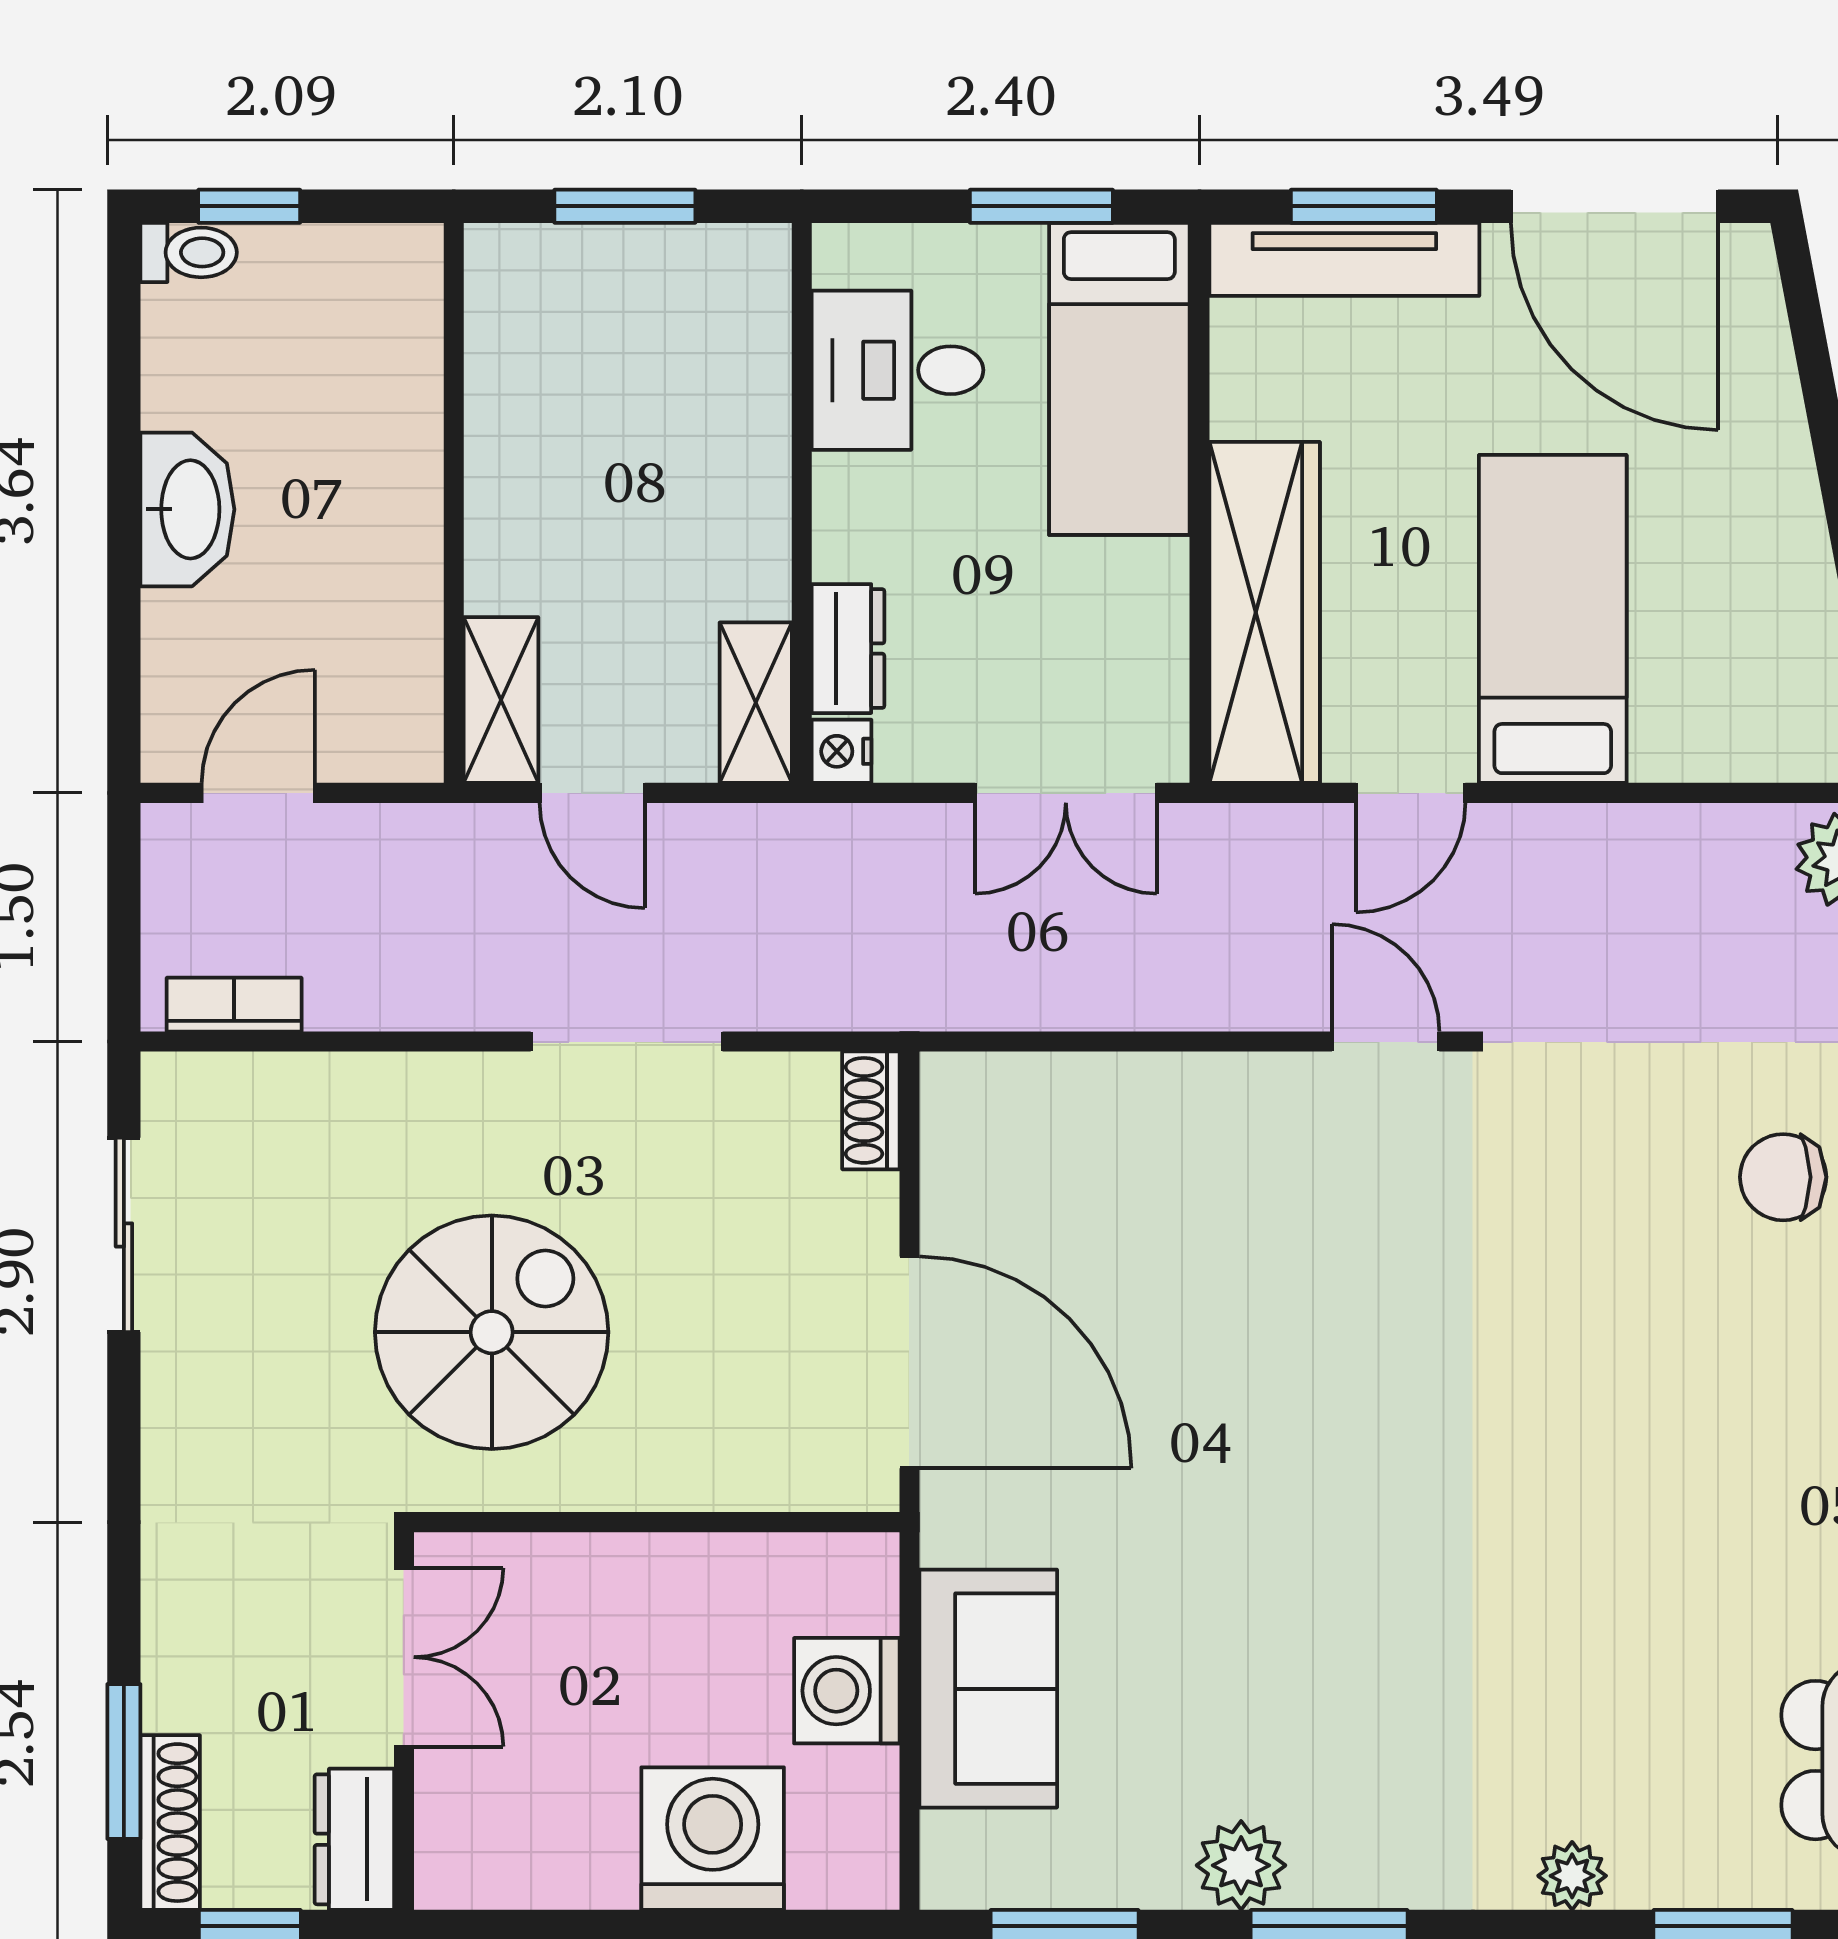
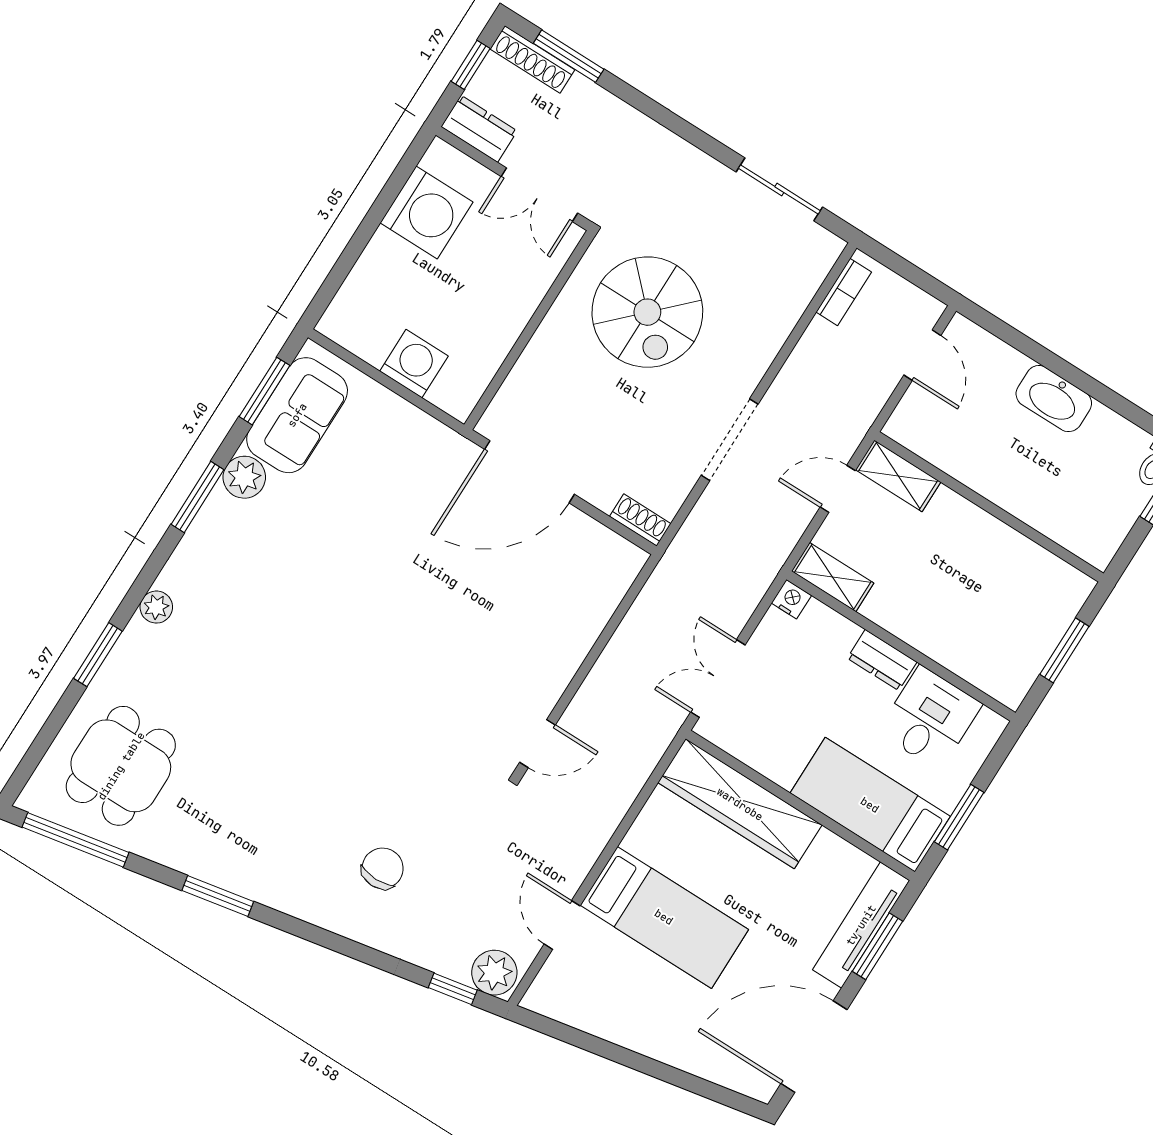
dresser: (848, 649) -> (882, 660), moved
door: (1411, 793) -> (562, 925), moved
sofa: (988, 1689) -> (297, 415), moved, turned -90
washing machine: (713, 1839) -> (427, 212), moved

